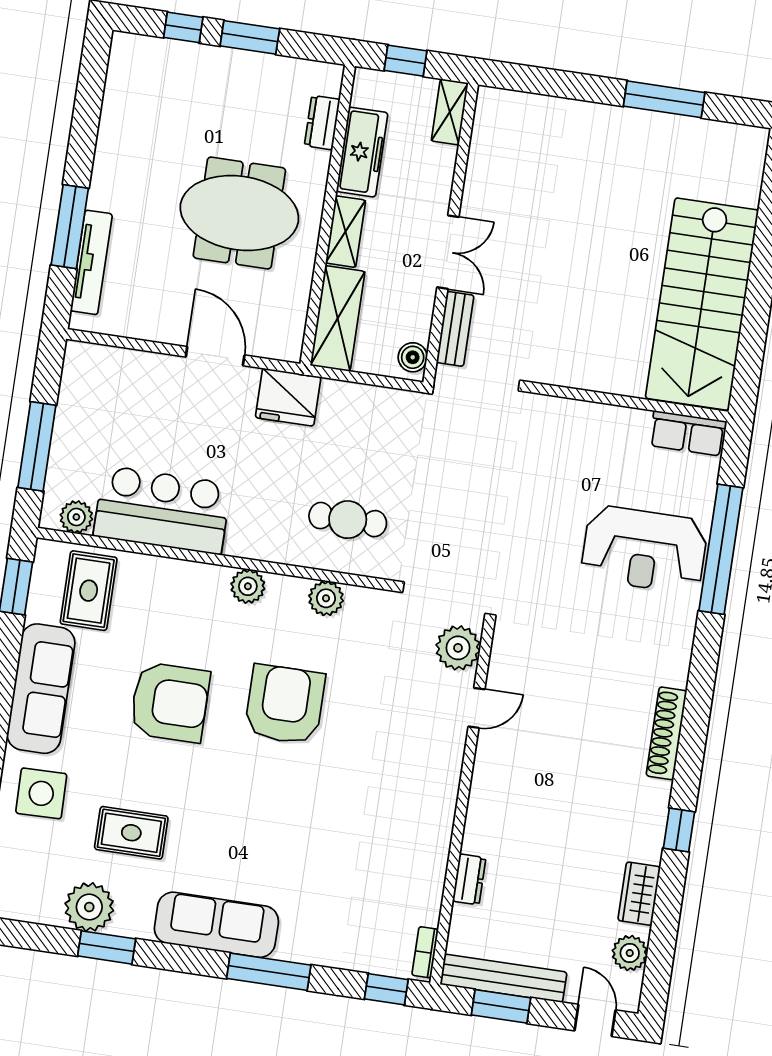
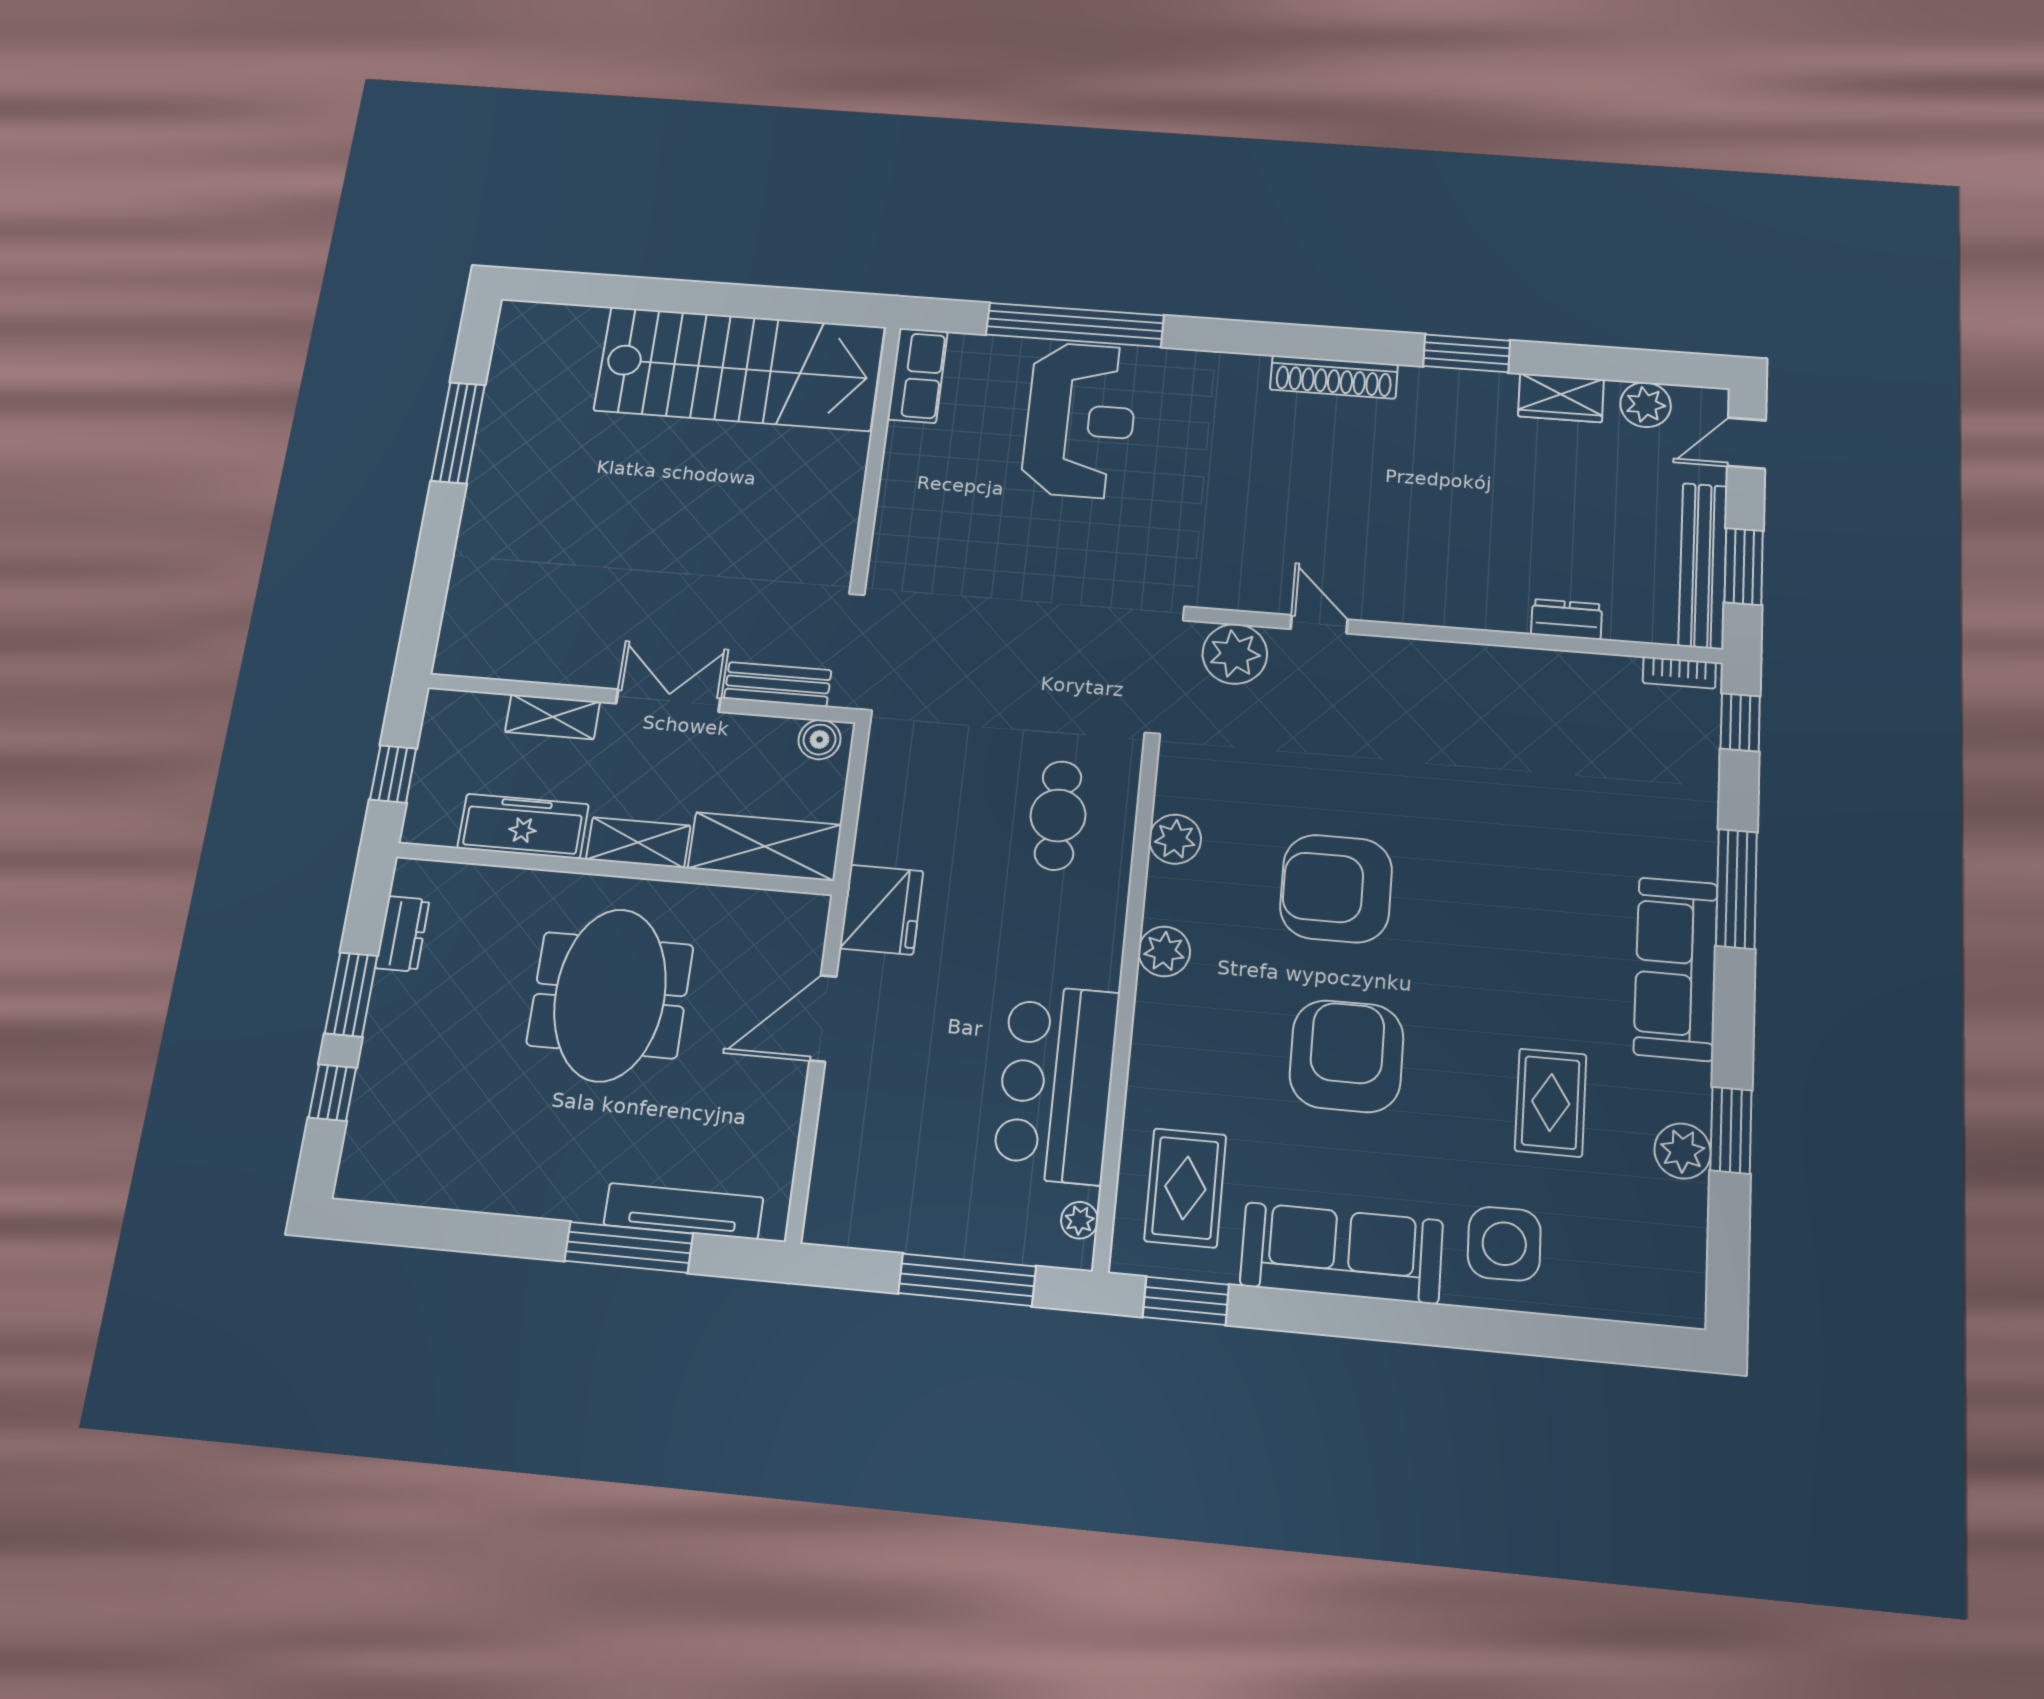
shelving: (450, 112) -> (553, 717), moved
dresser: (322, 123) -> (402, 934), moved, turned -90
plant: (76, 517) -> (1080, 1220), width x0.73, depth x0.73
rug: (89, 591) -> (1185, 1188), turned 90
window: (679, 830) -> (1467, 353), width x1.50
plant: (89, 907) -> (1683, 1151), width x0.73, depth x0.73

